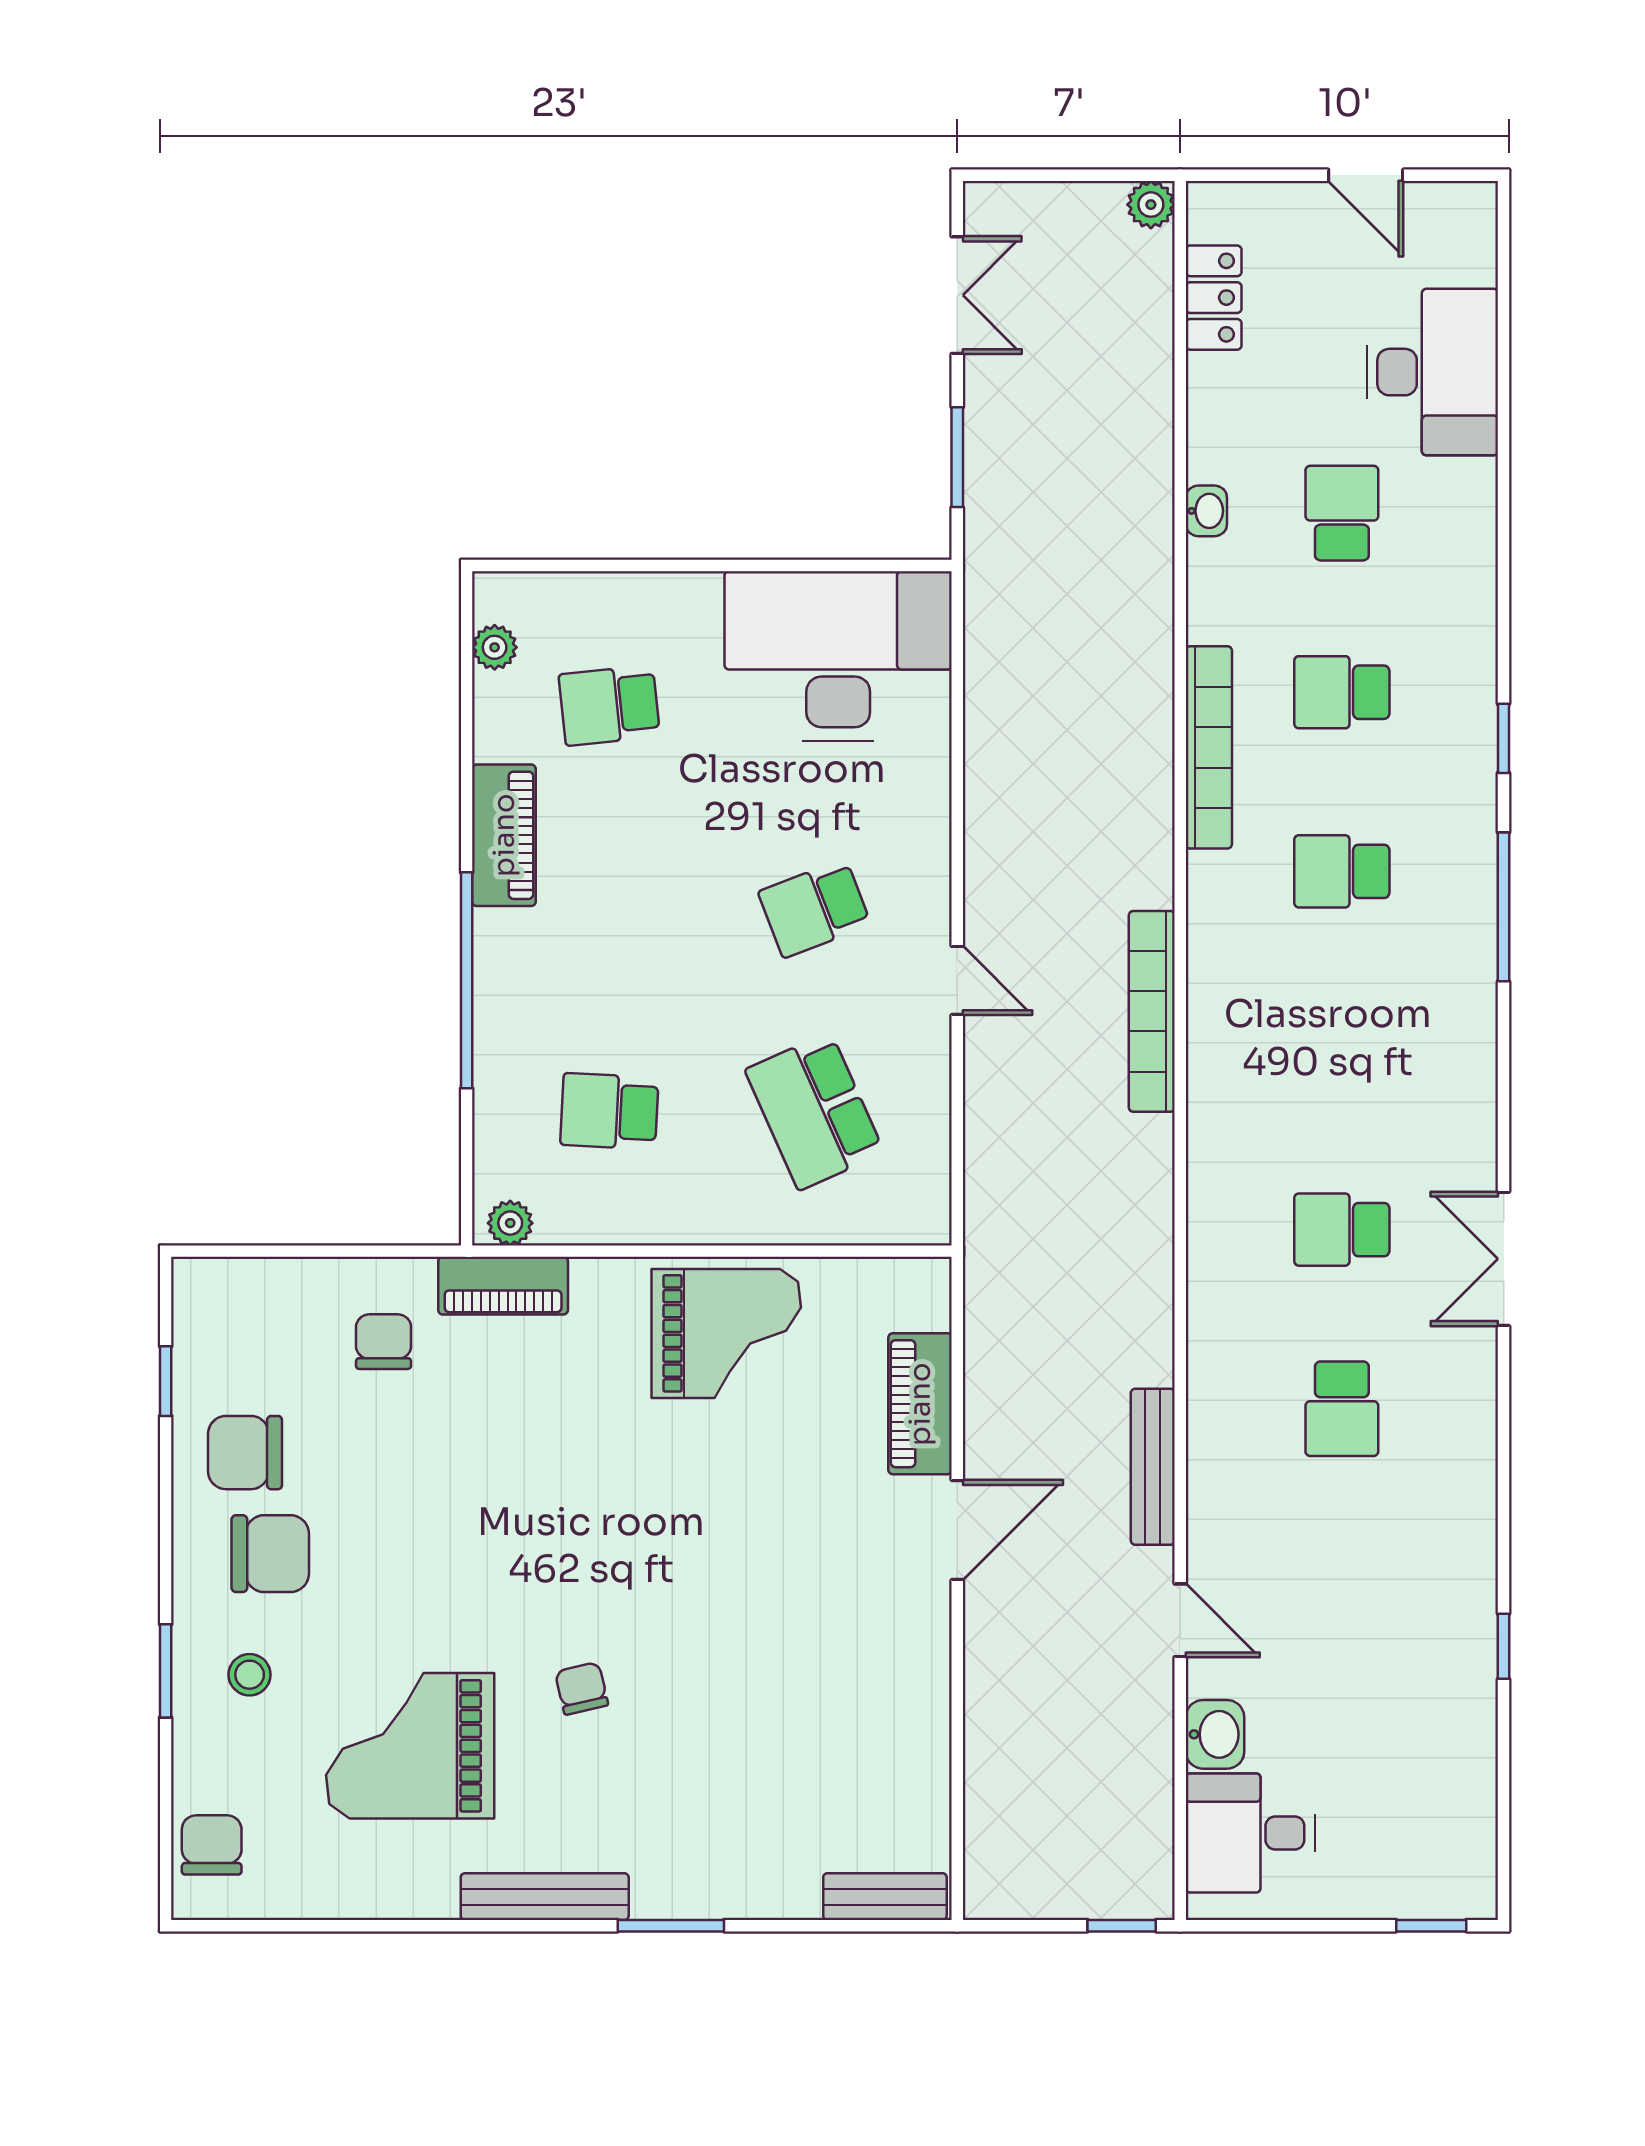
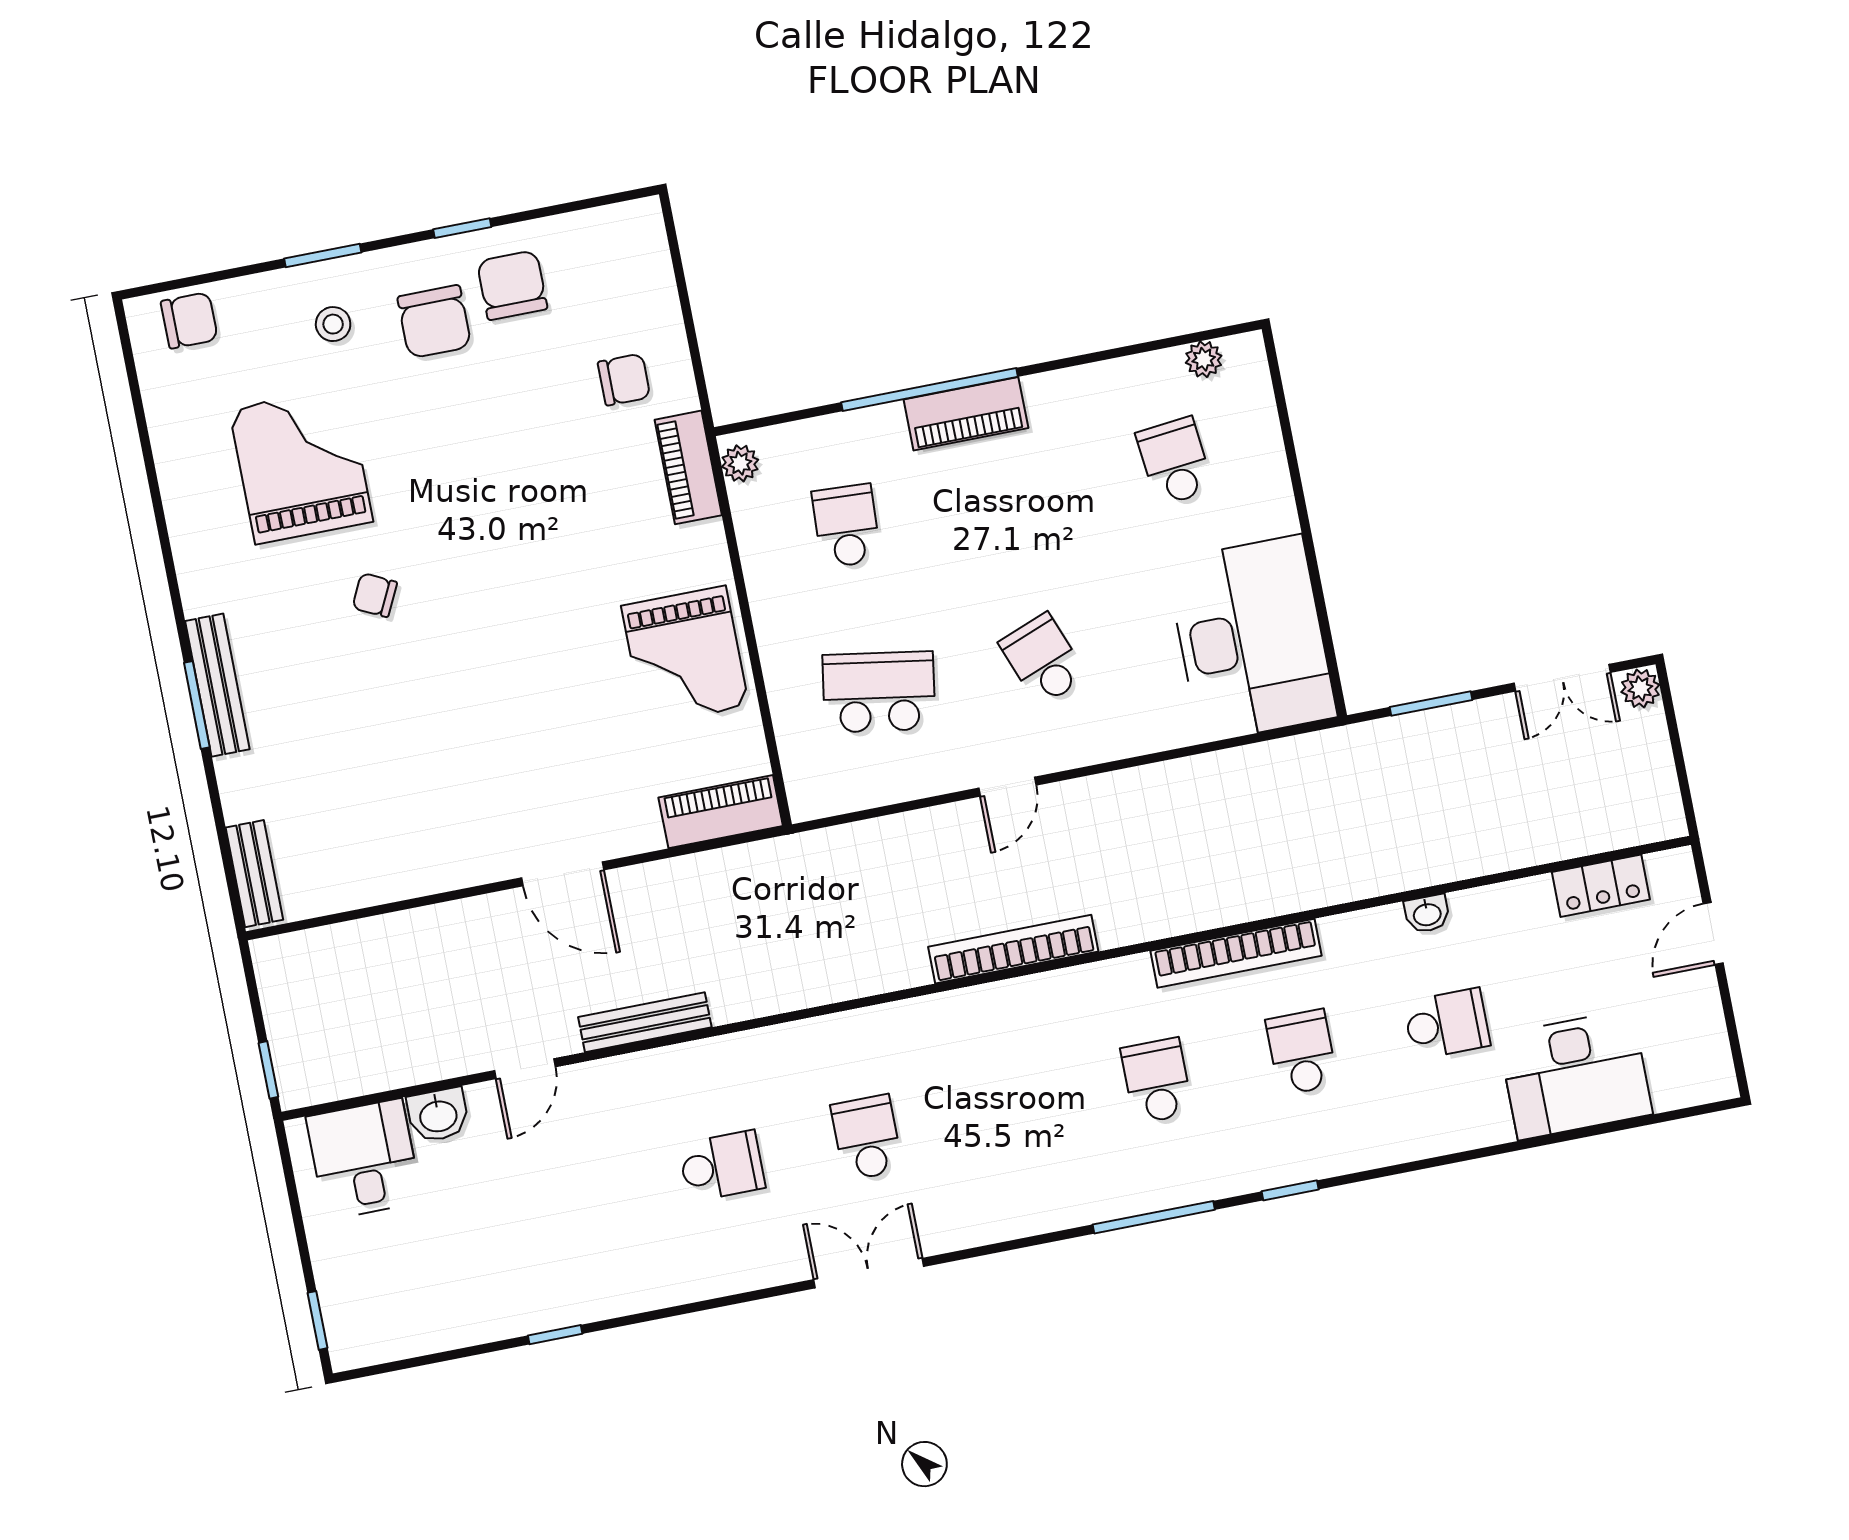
door: (1366, 175) -> (1713, 933), moved
plant: (1151, 205) -> (1640, 688), moved
piano: (504, 835) -> (966, 414), moved
school desk: (815, 1111) -> (879, 692), turned 33
window: (166, 1381) -> (462, 228), moved
piano: (920, 1404) -> (721, 812), moved
school desk: (1342, 1409) -> (722, 1166), turned 180
chair: (582, 1688) -> (375, 595), turned -141
bench: (545, 1897) -> (217, 685), moved

